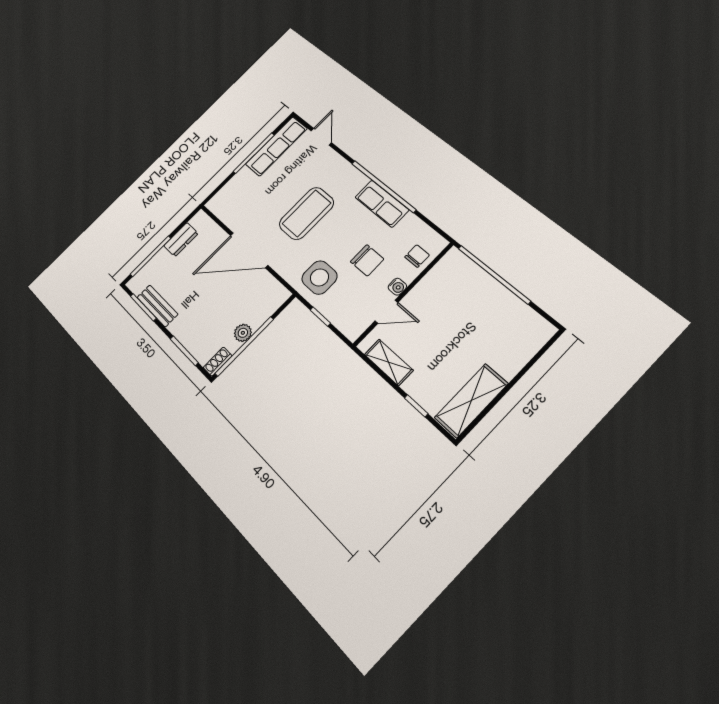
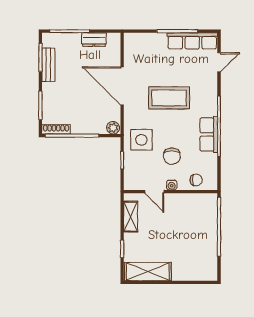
plant: (243, 333) -> (113, 128), moved
shoe rack: (218, 362) -> (56, 129), width x1.43

